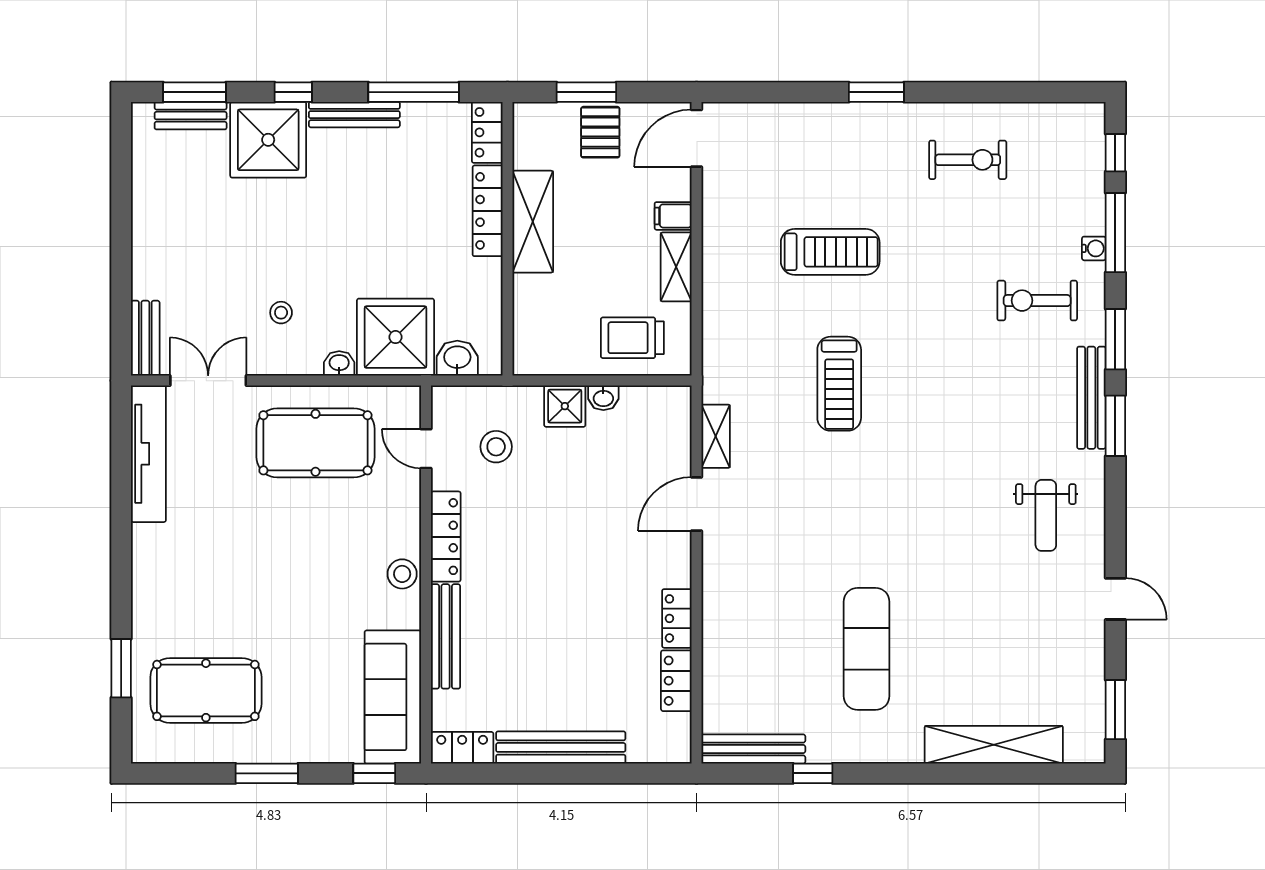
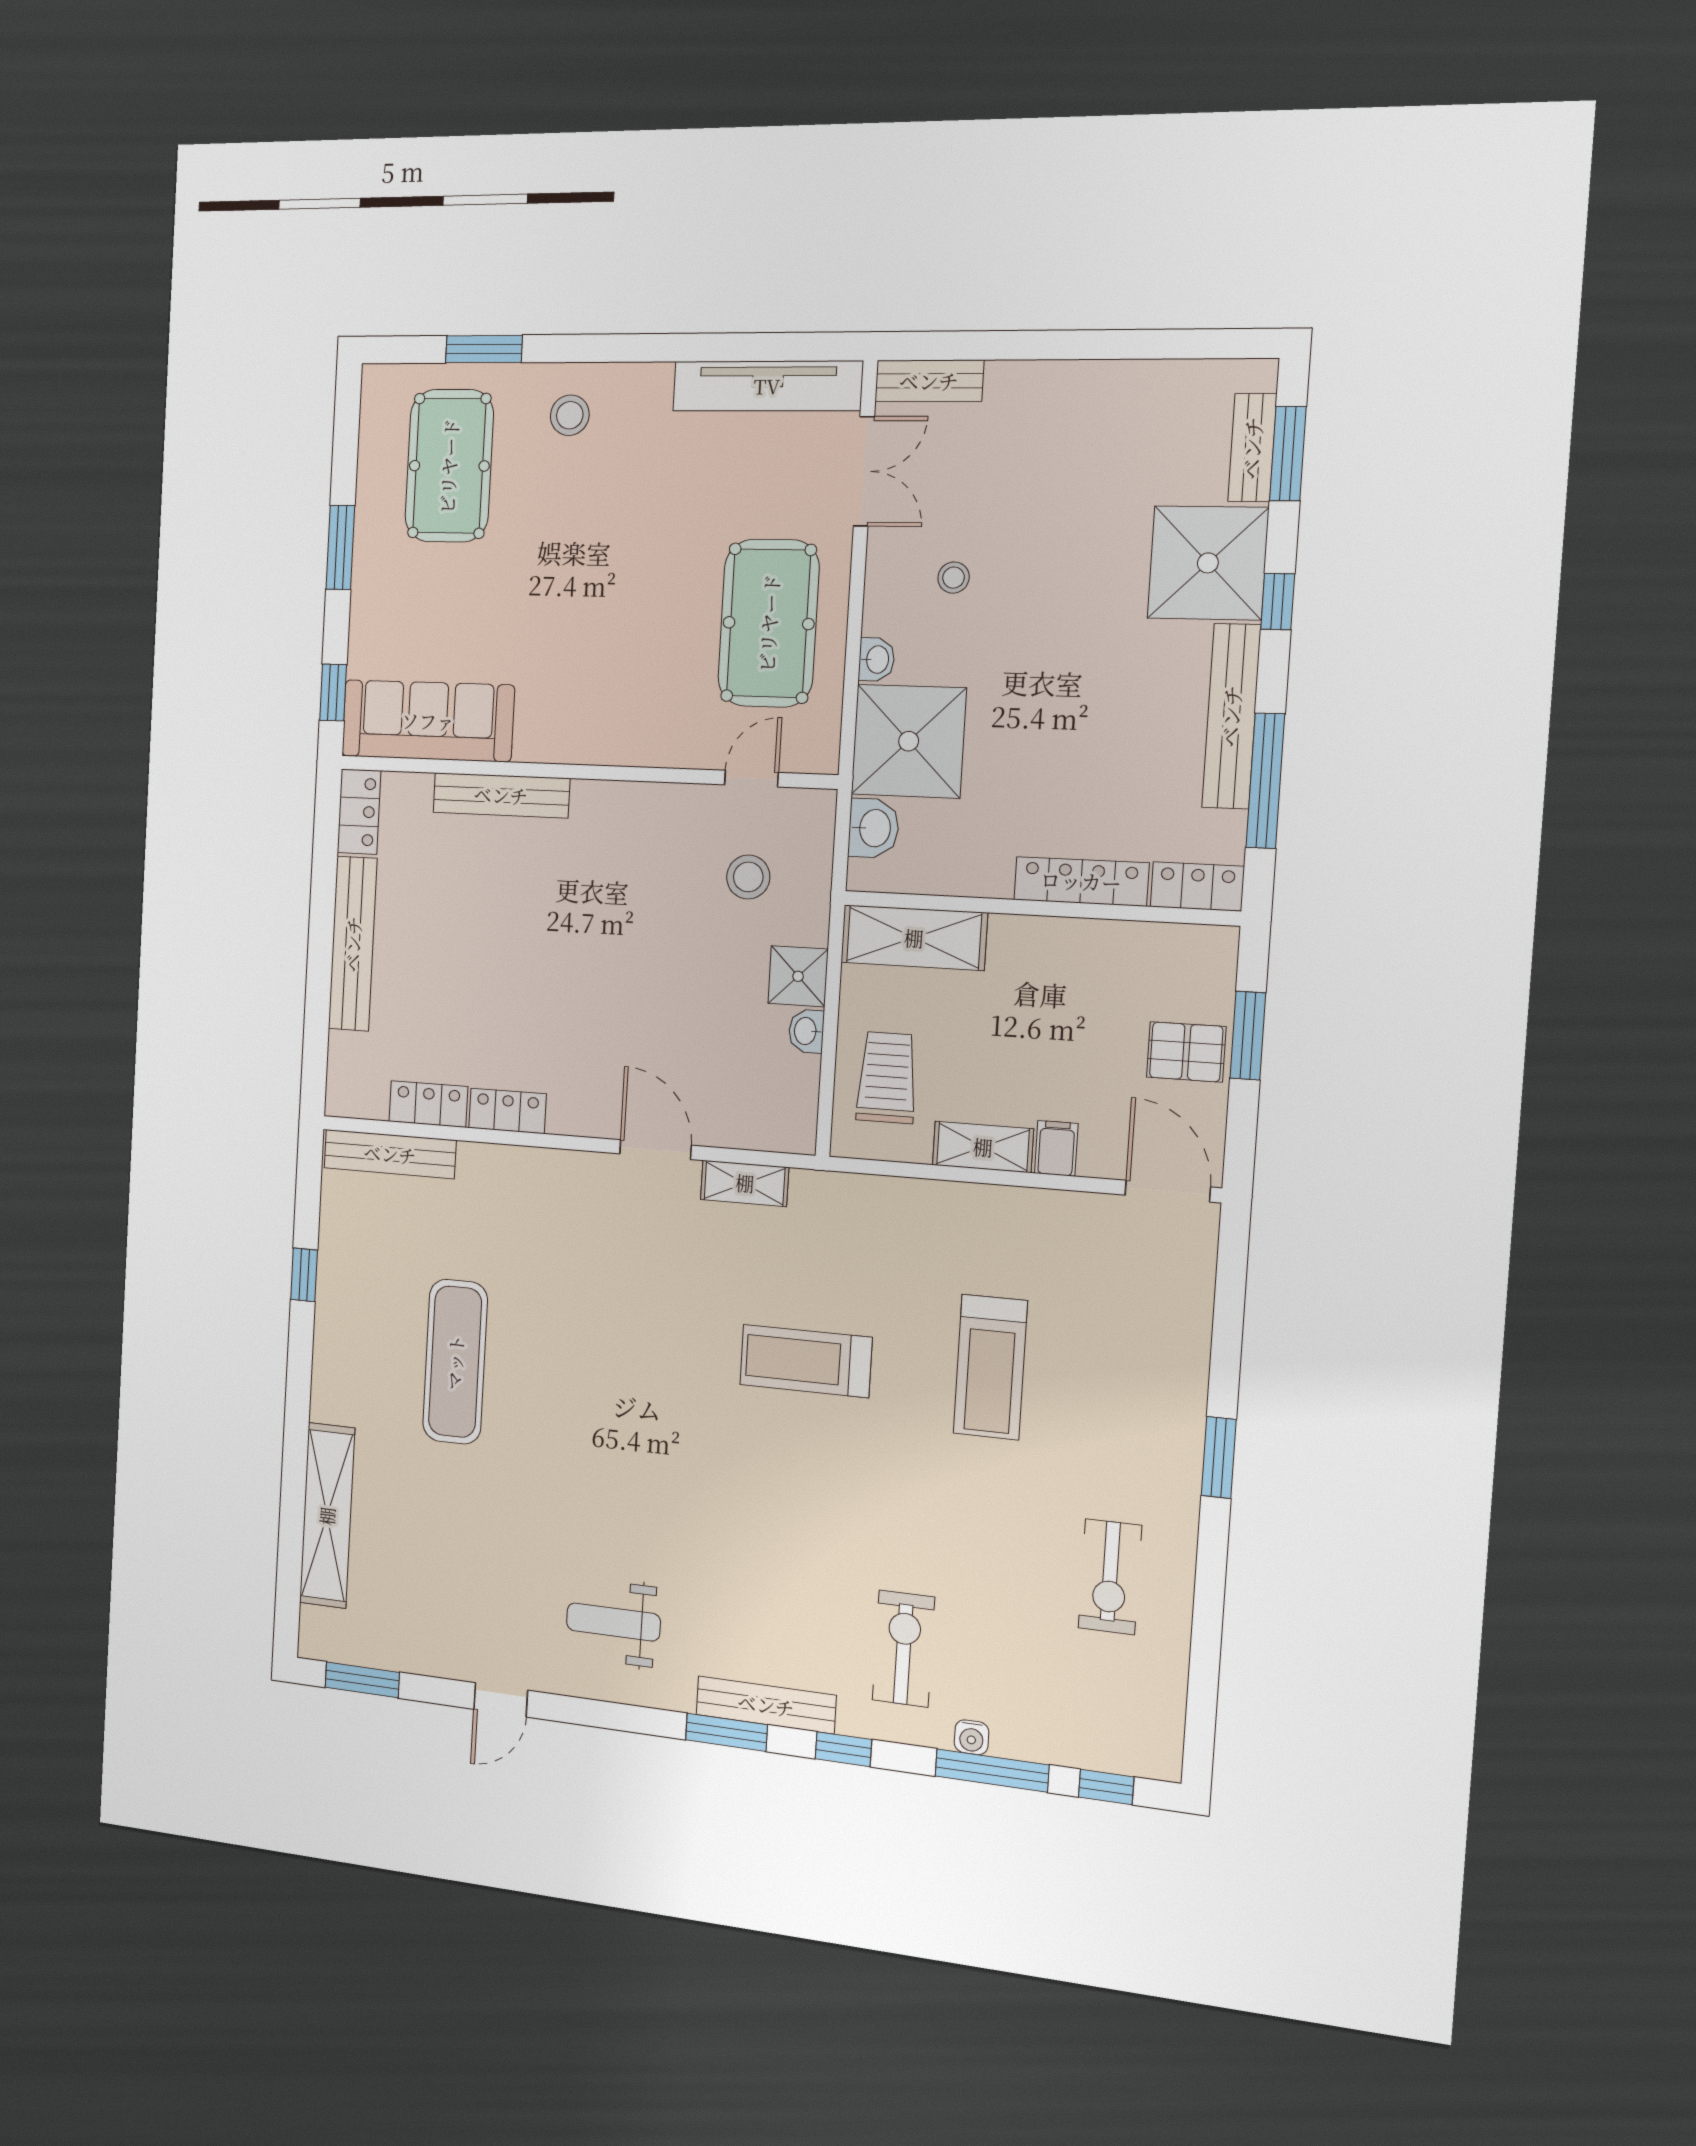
bench: (354, 115) -> (1231, 716), width x1.37, depth x1.21
shelving: (533, 222) -> (914, 938), moved
window: (1115, 339) -> (843, 1749), width x0.67
locker: (446, 537) -> (632, 801), removed
stool: (402, 574) -> (570, 415), moved
exercise mat: (867, 649) -> (455, 1362), turned 90
bench: (753, 749) -> (390, 1154), moved, turned 90

